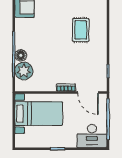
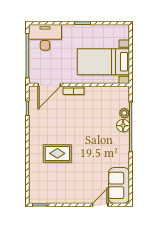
rug: (81, 30) -> (57, 153), turned 90
plant: (24, 71) -> (124, 113), width x0.53, depth x0.53
door: (88, 92) -> (49, 85), swing flipped

